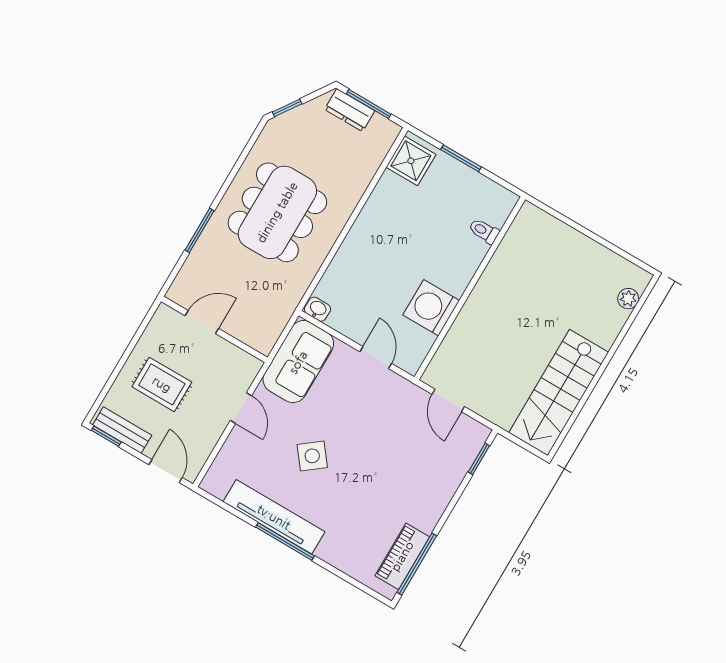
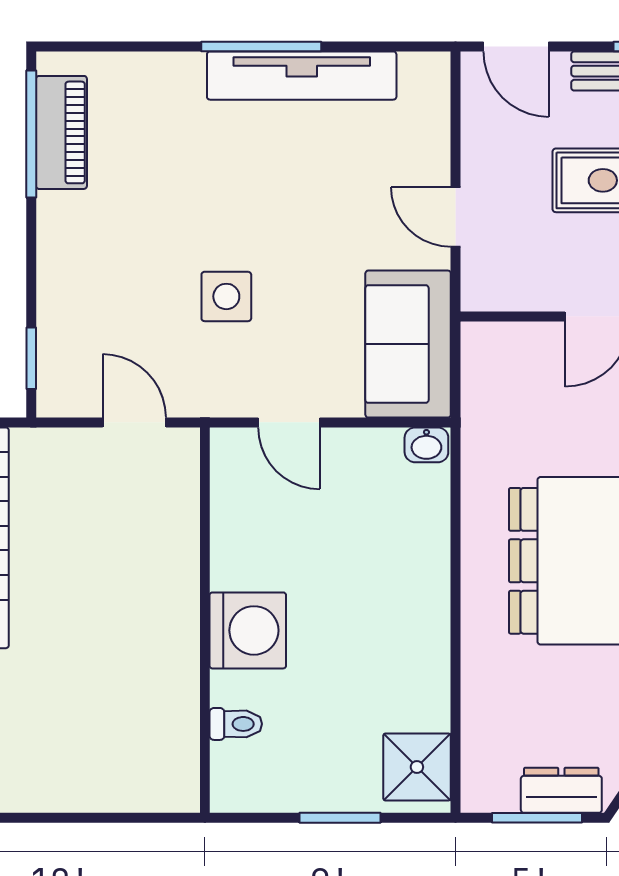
washing machine: (431, 308) -> (248, 630), moved
side table: (312, 456) -> (226, 296), moved, turned 38

